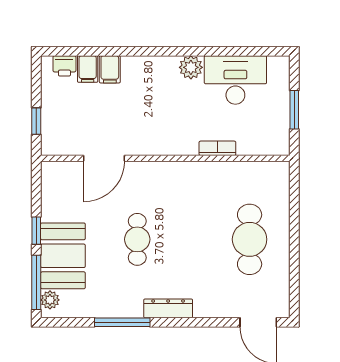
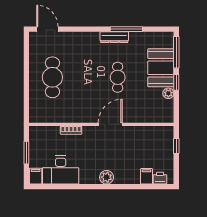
plant: (191, 67) -> (107, 177), moved
filing cabinet: (110, 69) -> (36, 176), moved
door: (104, 158) -> (110, 124), moved
plant: (50, 300) -> (168, 93), moved
dresser: (168, 308) -> (114, 37), moved

